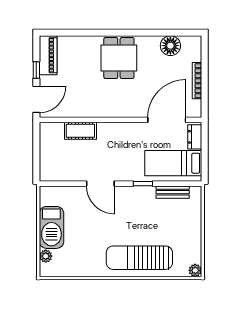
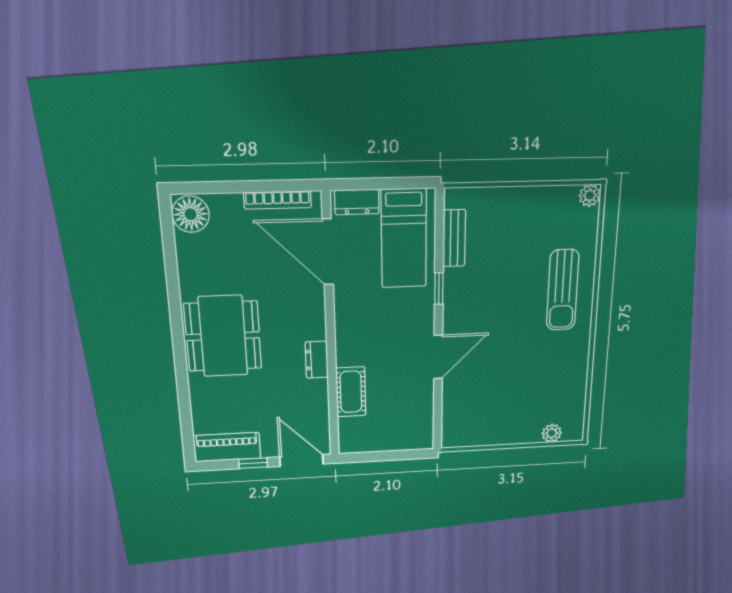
floor lamp: (170, 46) -> (191, 214), moved
dining table: (119, 58) -> (223, 336), width x1.38
bookcase: (197, 81) -> (277, 200), moved
dresser: (102, 111) -> (317, 360), added
barbecue: (51, 227) -> (507, 427), removed
sun lounger: (139, 258) -> (563, 290), width x0.73, depth x0.75

